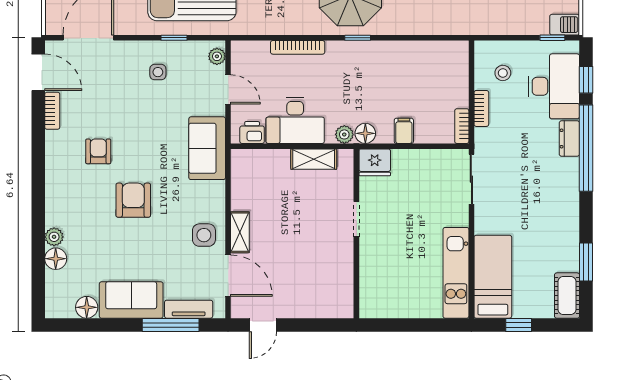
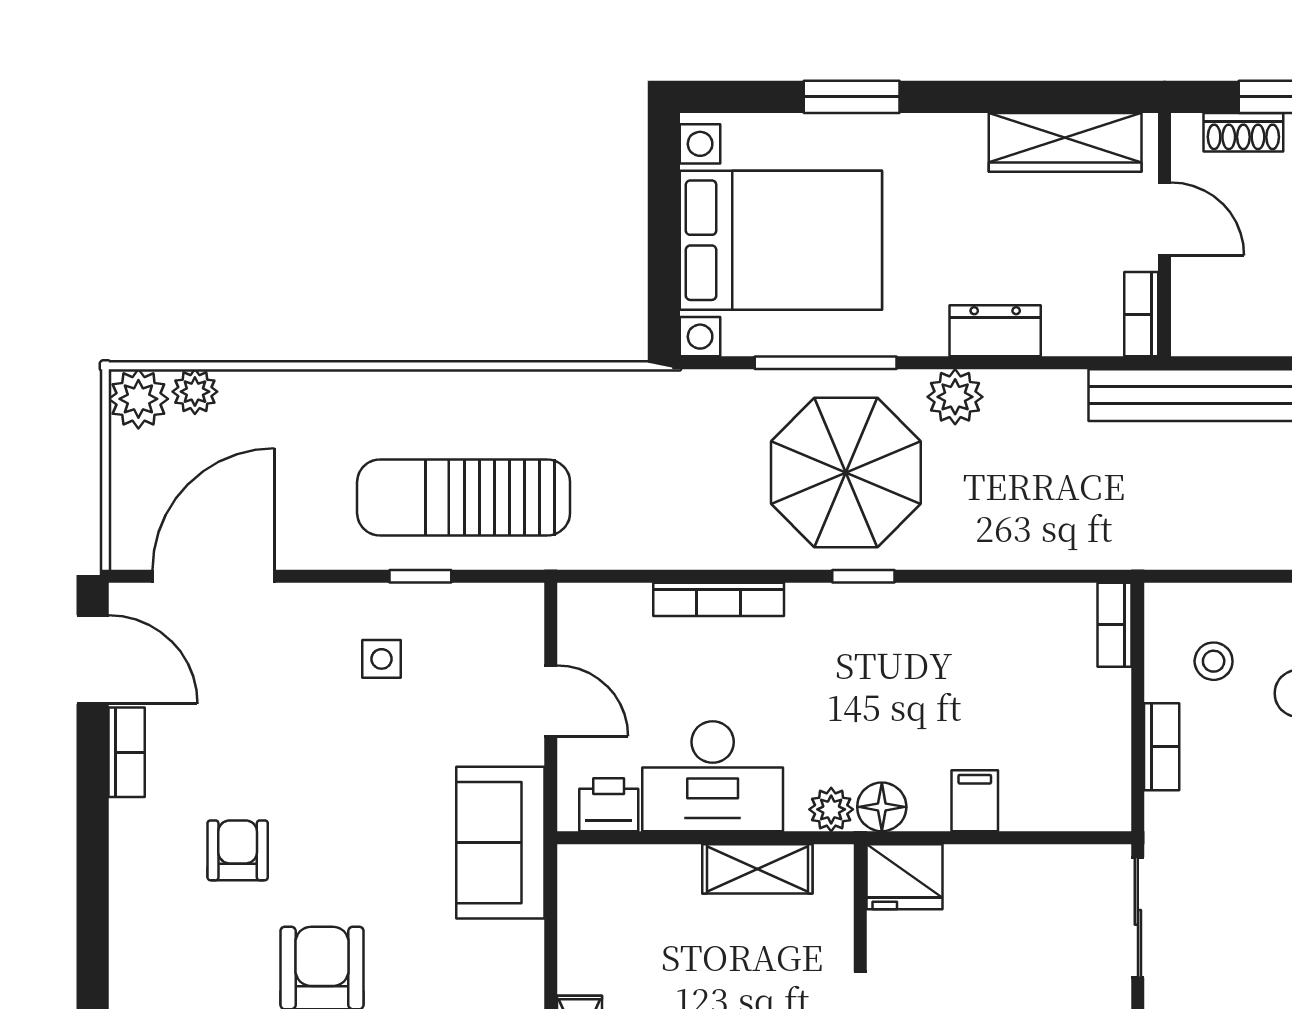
plant: (217, 56) -> (524, 621), removed
bookcase: (462, 126) -> (1115, 625), moved

